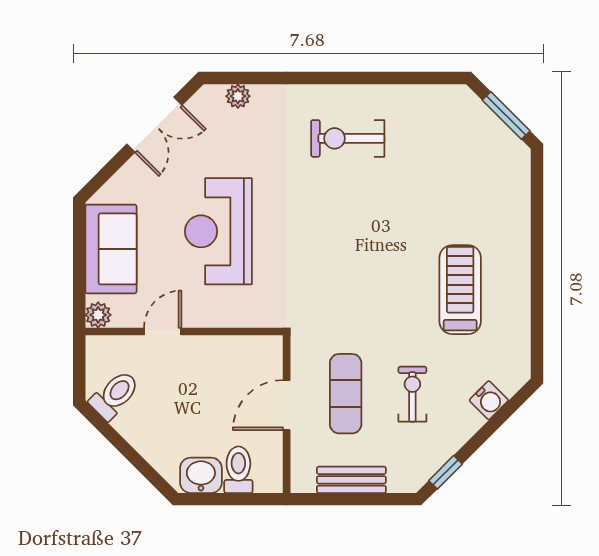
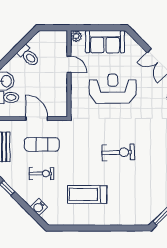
exercise bike: (348, 138) -> (118, 152), moved, turned 88
treadmill: (460, 290) -> (87, 194), turned 180
toilet: (115, 395) -> (28, 56), moved

